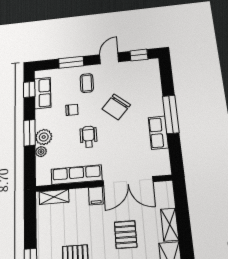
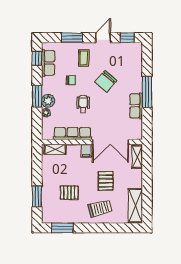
shelving: (170, 225) -> (137, 157), moved

